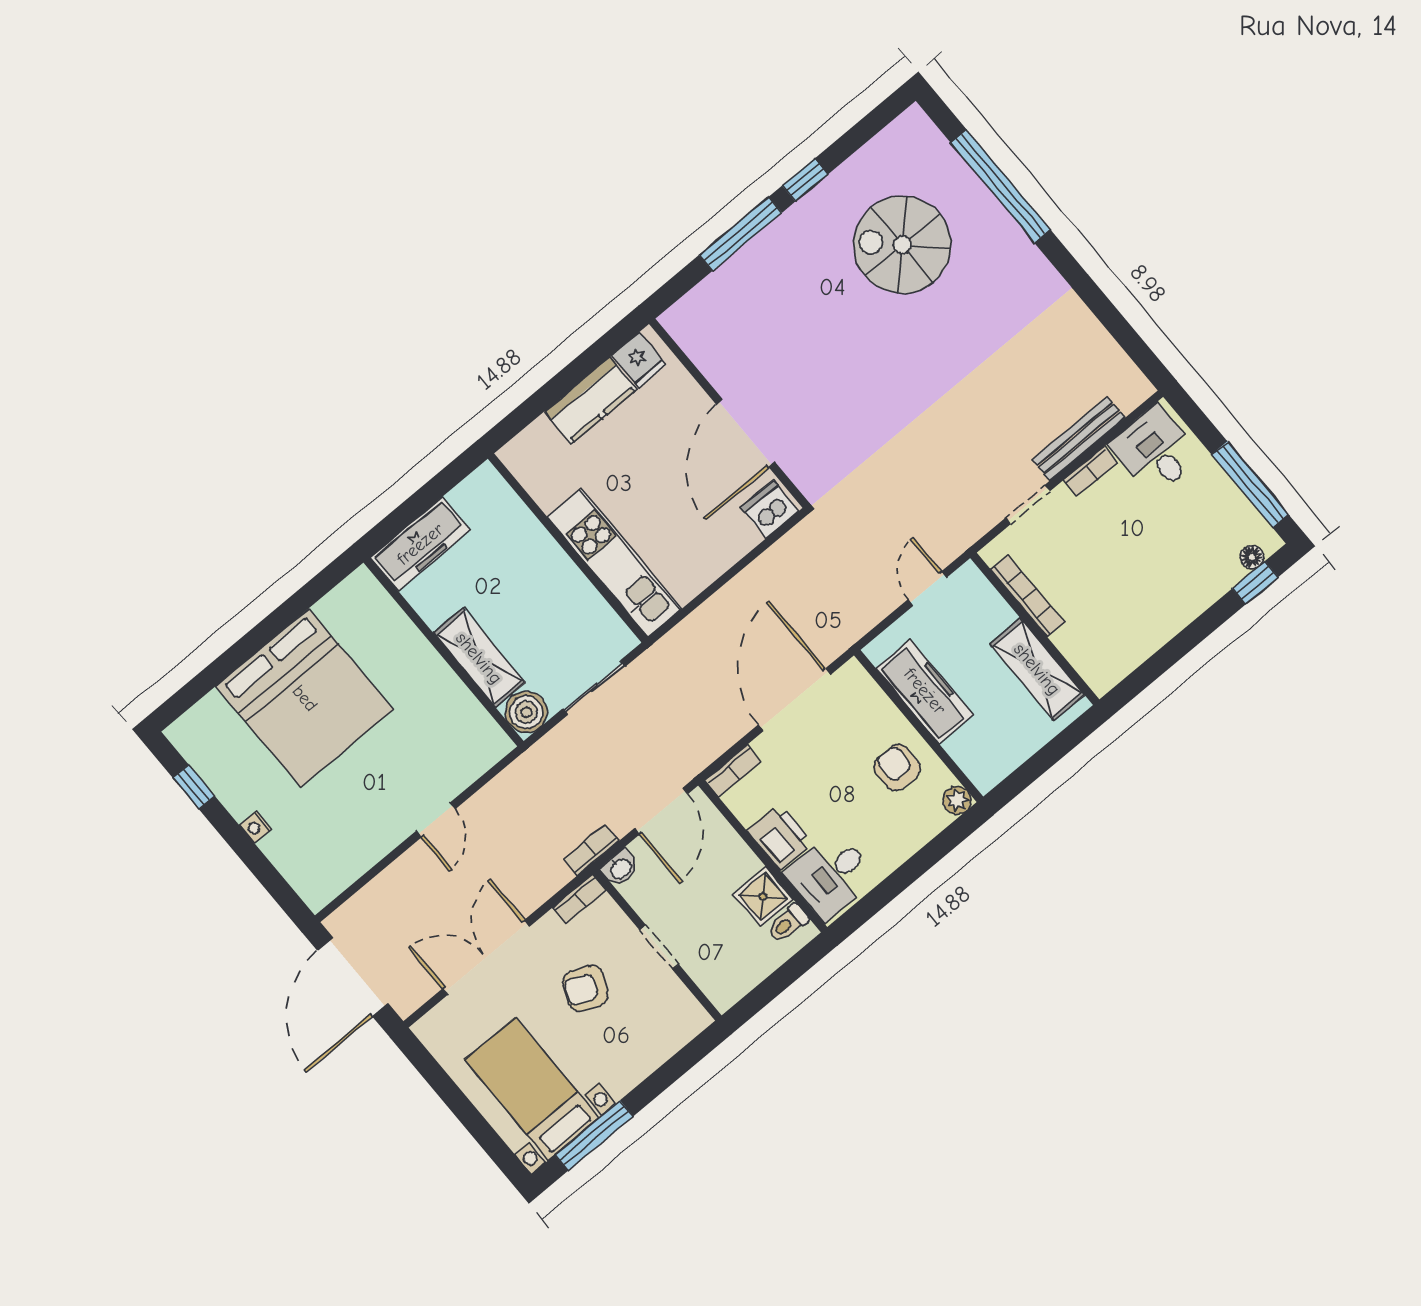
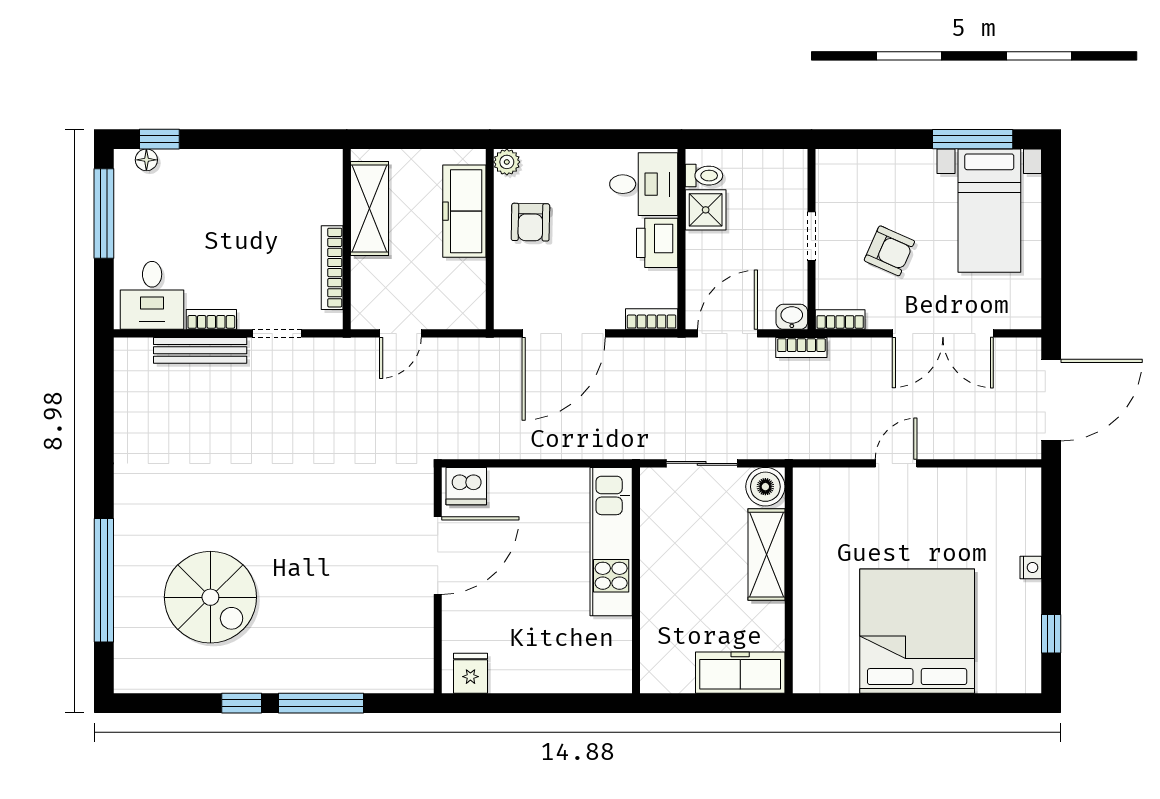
kitchen counter: (591, 400) -> (530, 673), removed
freezer: (925, 691) -> (464, 211), moved

